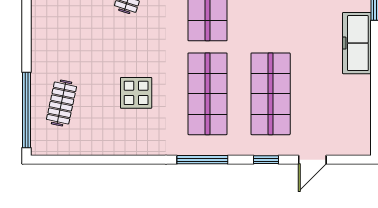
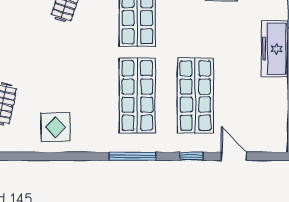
display table: (136, 93) -> (55, 127), moved
door: (312, 160) -> (234, 156), swing flipped

